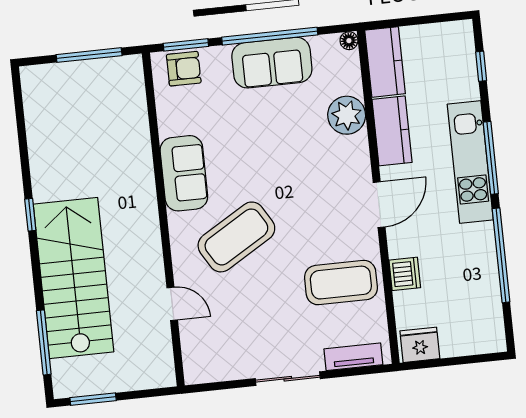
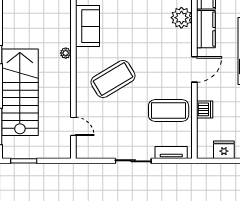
sofa: (184, 173) -> (88, 26), moved
plant: (147, 200) -> (66, 53), added
door: (172, 304) -> (73, 126), moved
fridge: (420, 345) -> (224, 150), moved

